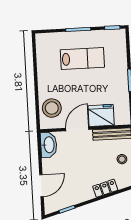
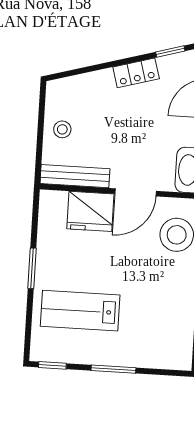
lab bench: (82, 59) -> (80, 311), moved
locker: (105, 188) -> (136, 73), moved

